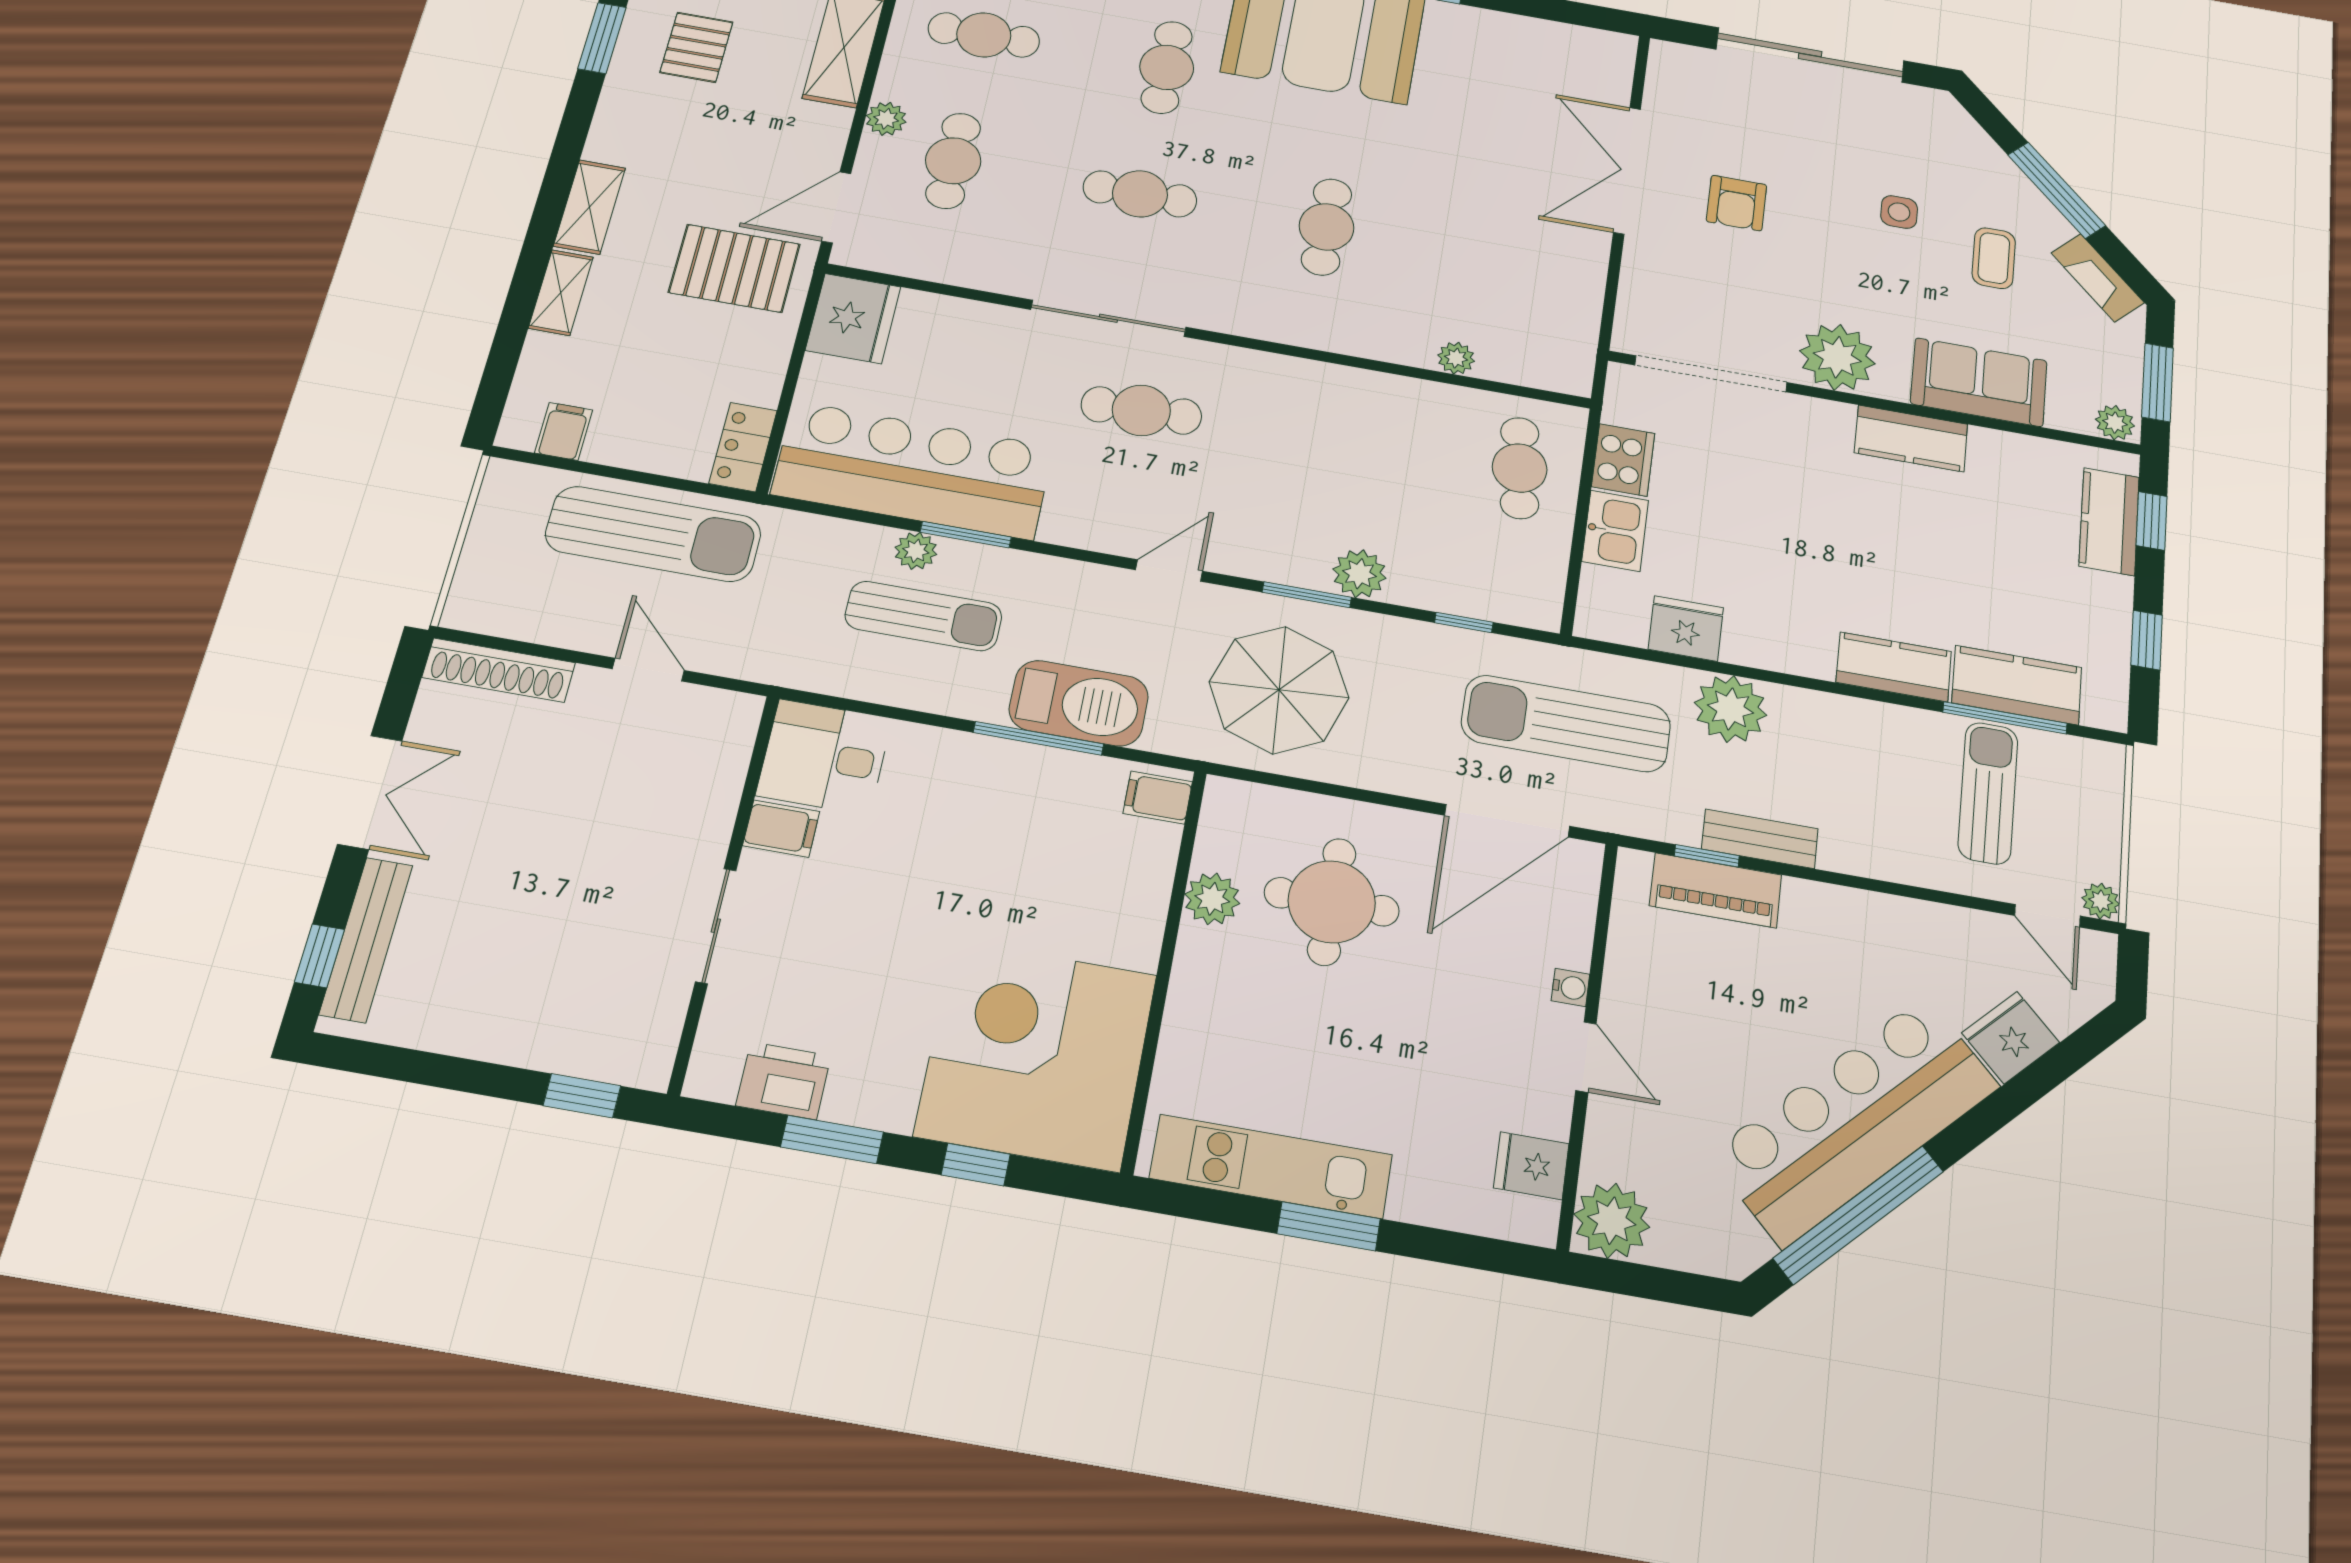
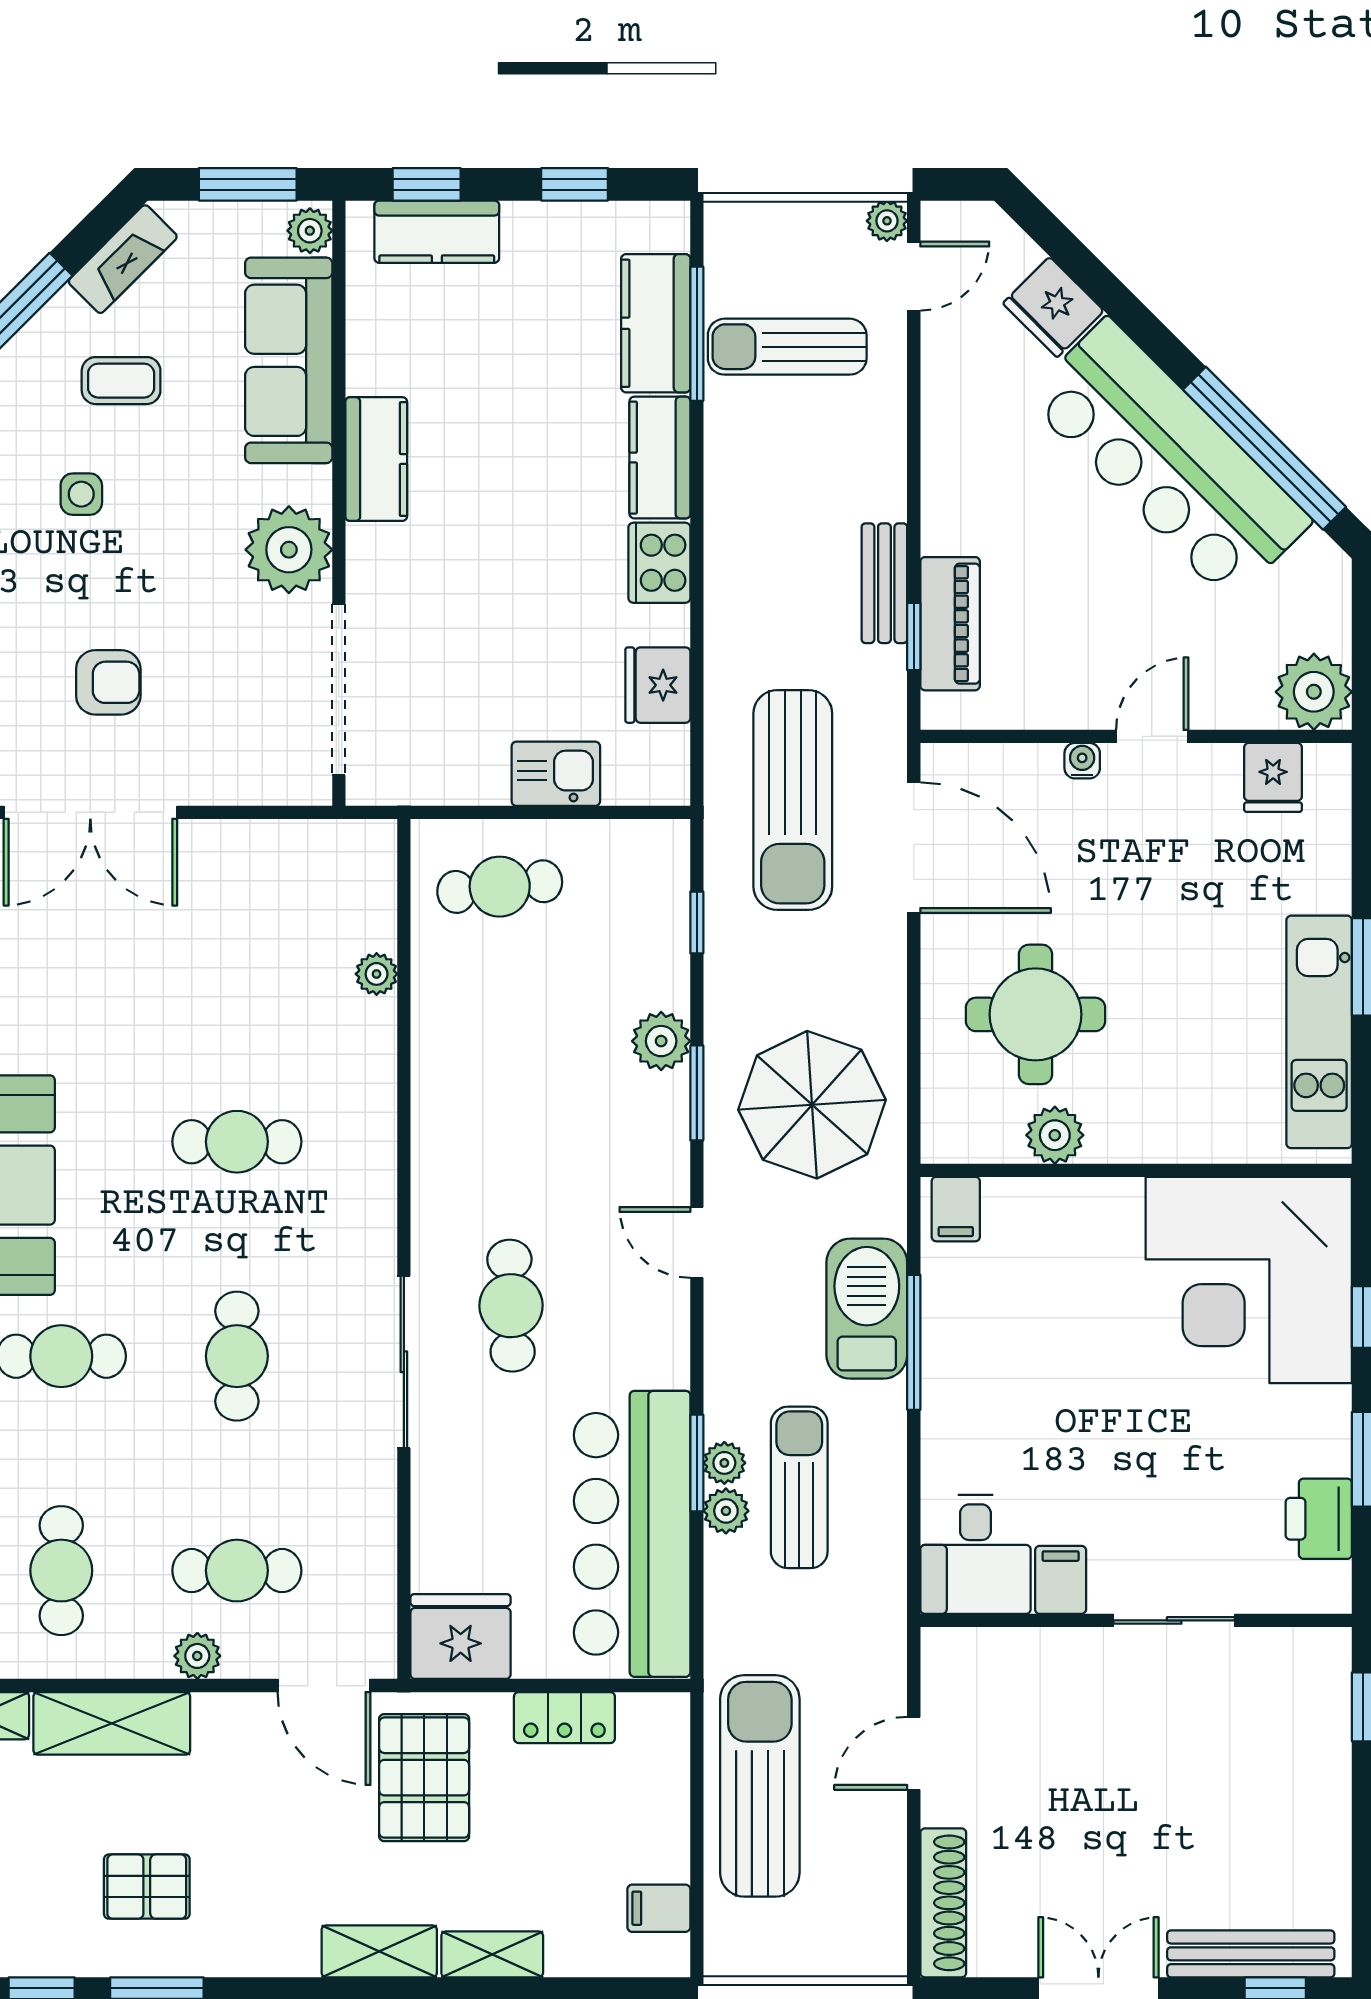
sofa: (1979, 382) -> (289, 360), width x1.36
locker: (743, 447) -> (564, 1718), moved
cooker: (1623, 460) -> (659, 563), moved, turned -90
plant: (1730, 709) -> (724, 1463), moved, width x0.53, depth x0.53

